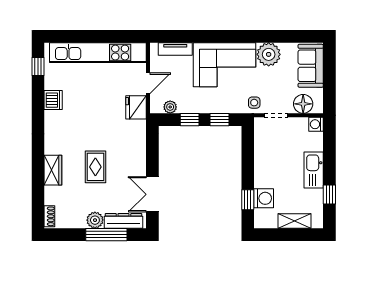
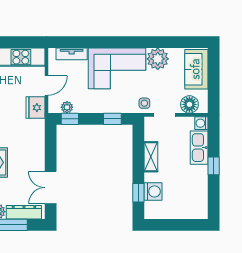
window: (190, 120) -> (70, 119), moved
kitchen sink: (314, 170) -> (199, 148), moved
window: (329, 194) -> (214, 166), moved
shelving: (294, 221) -> (151, 157), moved, turned 90

